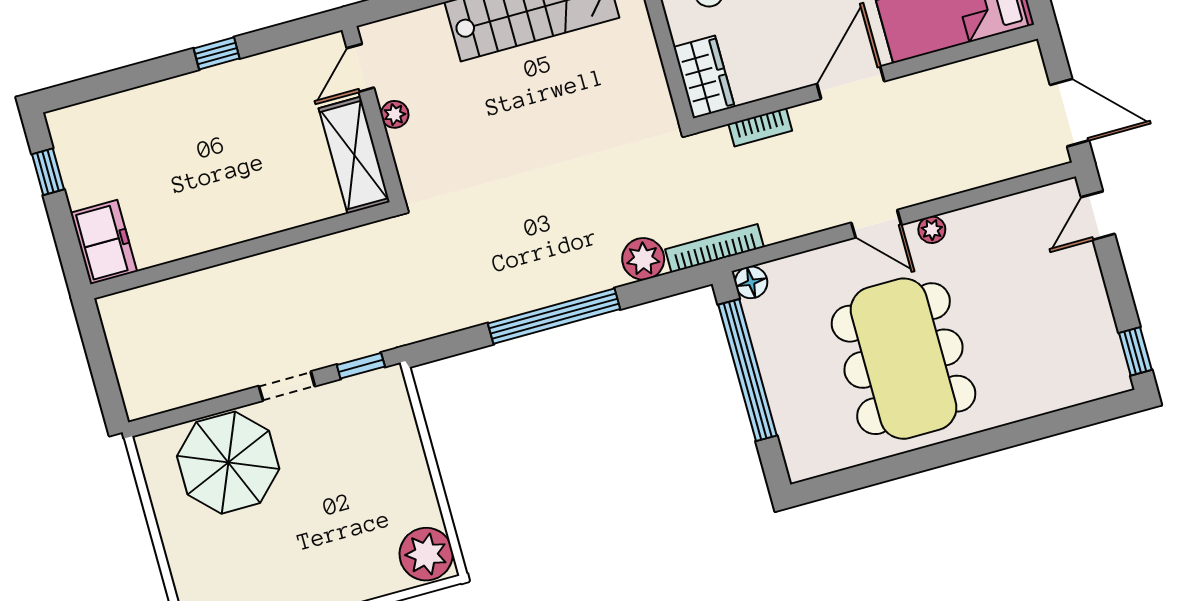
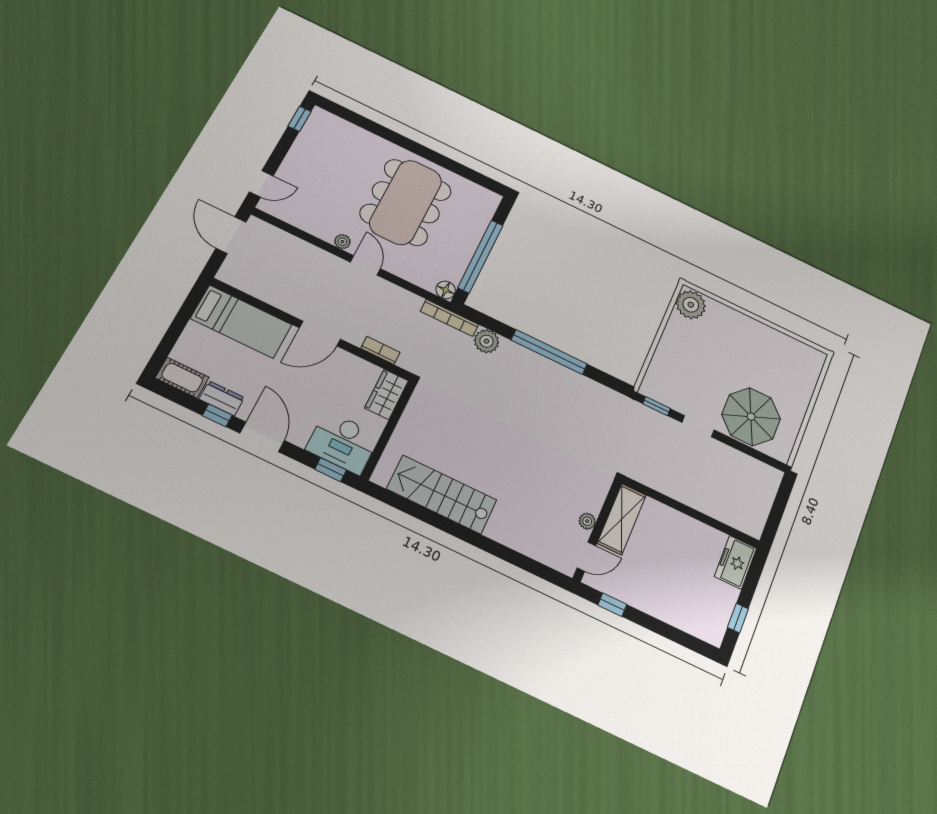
door: (360, 68) -> (586, 557), moved
wall: (373, 114) -> (597, 530), moved
plant: (395, 114) -> (587, 521), moved
shelving: (354, 155) -> (622, 519), moved

